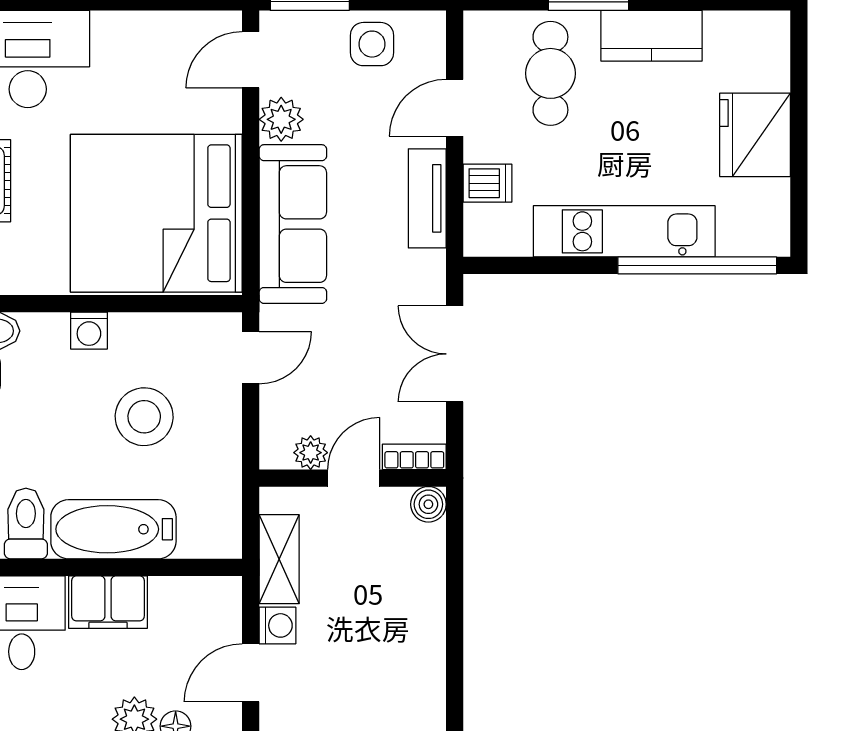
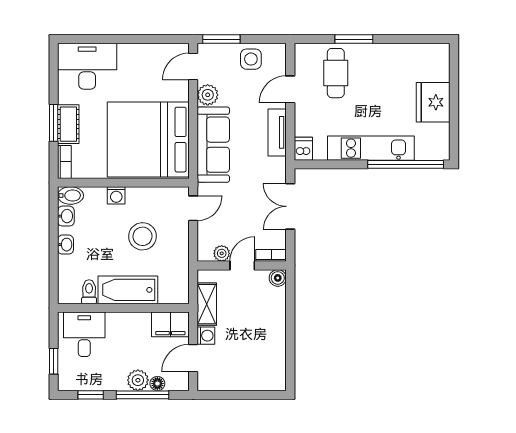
kitchen counter: (651, 36) -> (384, 55), removed
dishwasher: (488, 183) -> (303, 149), moved, turned -90
toilet: (26, 523) -> (89, 292), width x0.73, depth x0.72
filing cabinet: (108, 602) -> (170, 324), moved

